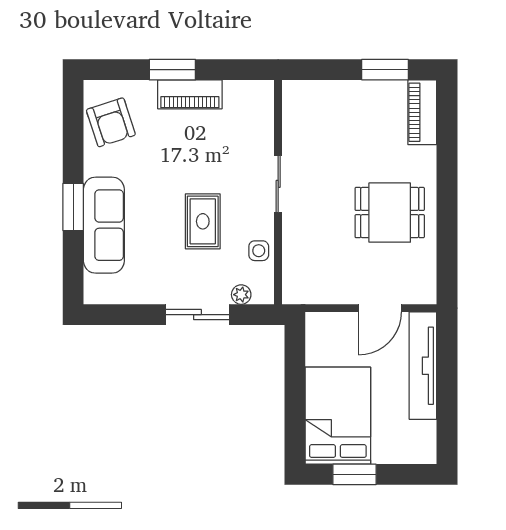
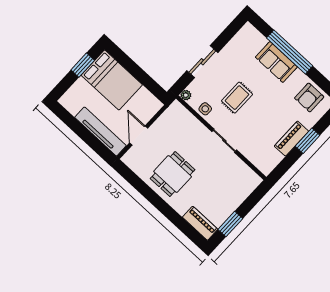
armchair: (111, 122) -> (309, 97), turned -72
window: (73, 207) -> (290, 52), width x2.11
rug: (203, 221) -> (237, 98), turned 90
sofa: (104, 225) -> (276, 62), width x0.73
plant: (241, 295) -> (186, 95), moved

